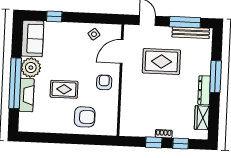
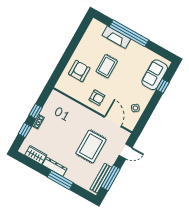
sofa: (33, 39) -> (155, 75), moved, turned 90
plant: (31, 68) -> (135, 50), removed
armchair: (85, 117) -> (79, 71), turned 180

